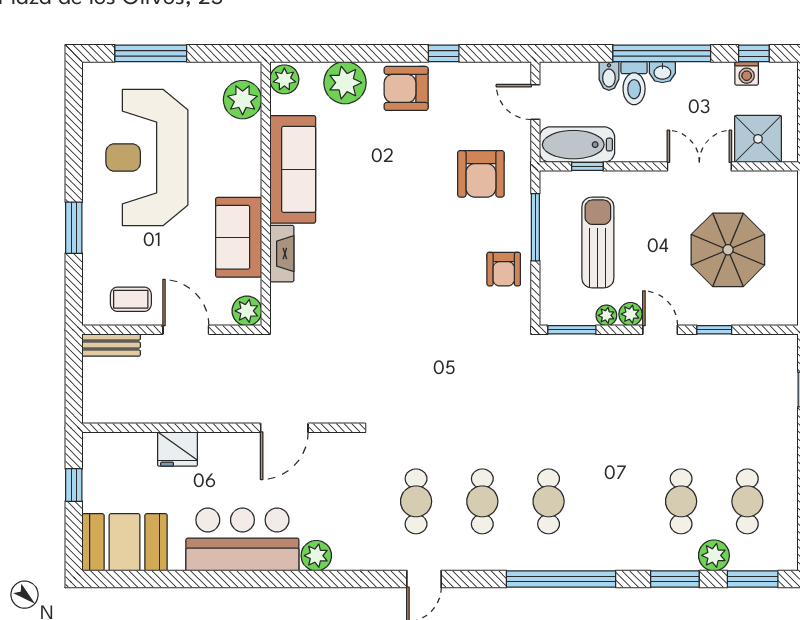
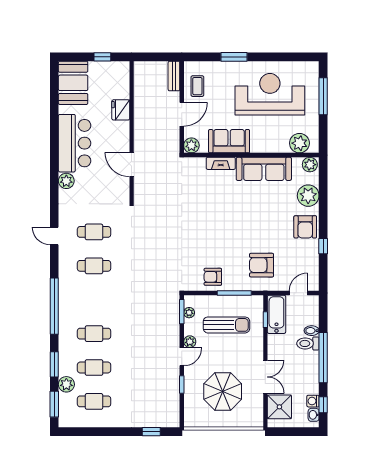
washbasin: (662, 72) -> (314, 415), moved
armchair: (406, 88) -> (305, 227), turned 180
plant: (606, 315) -> (189, 313), moved
cafe table: (549, 501) -> (94, 334), moved

